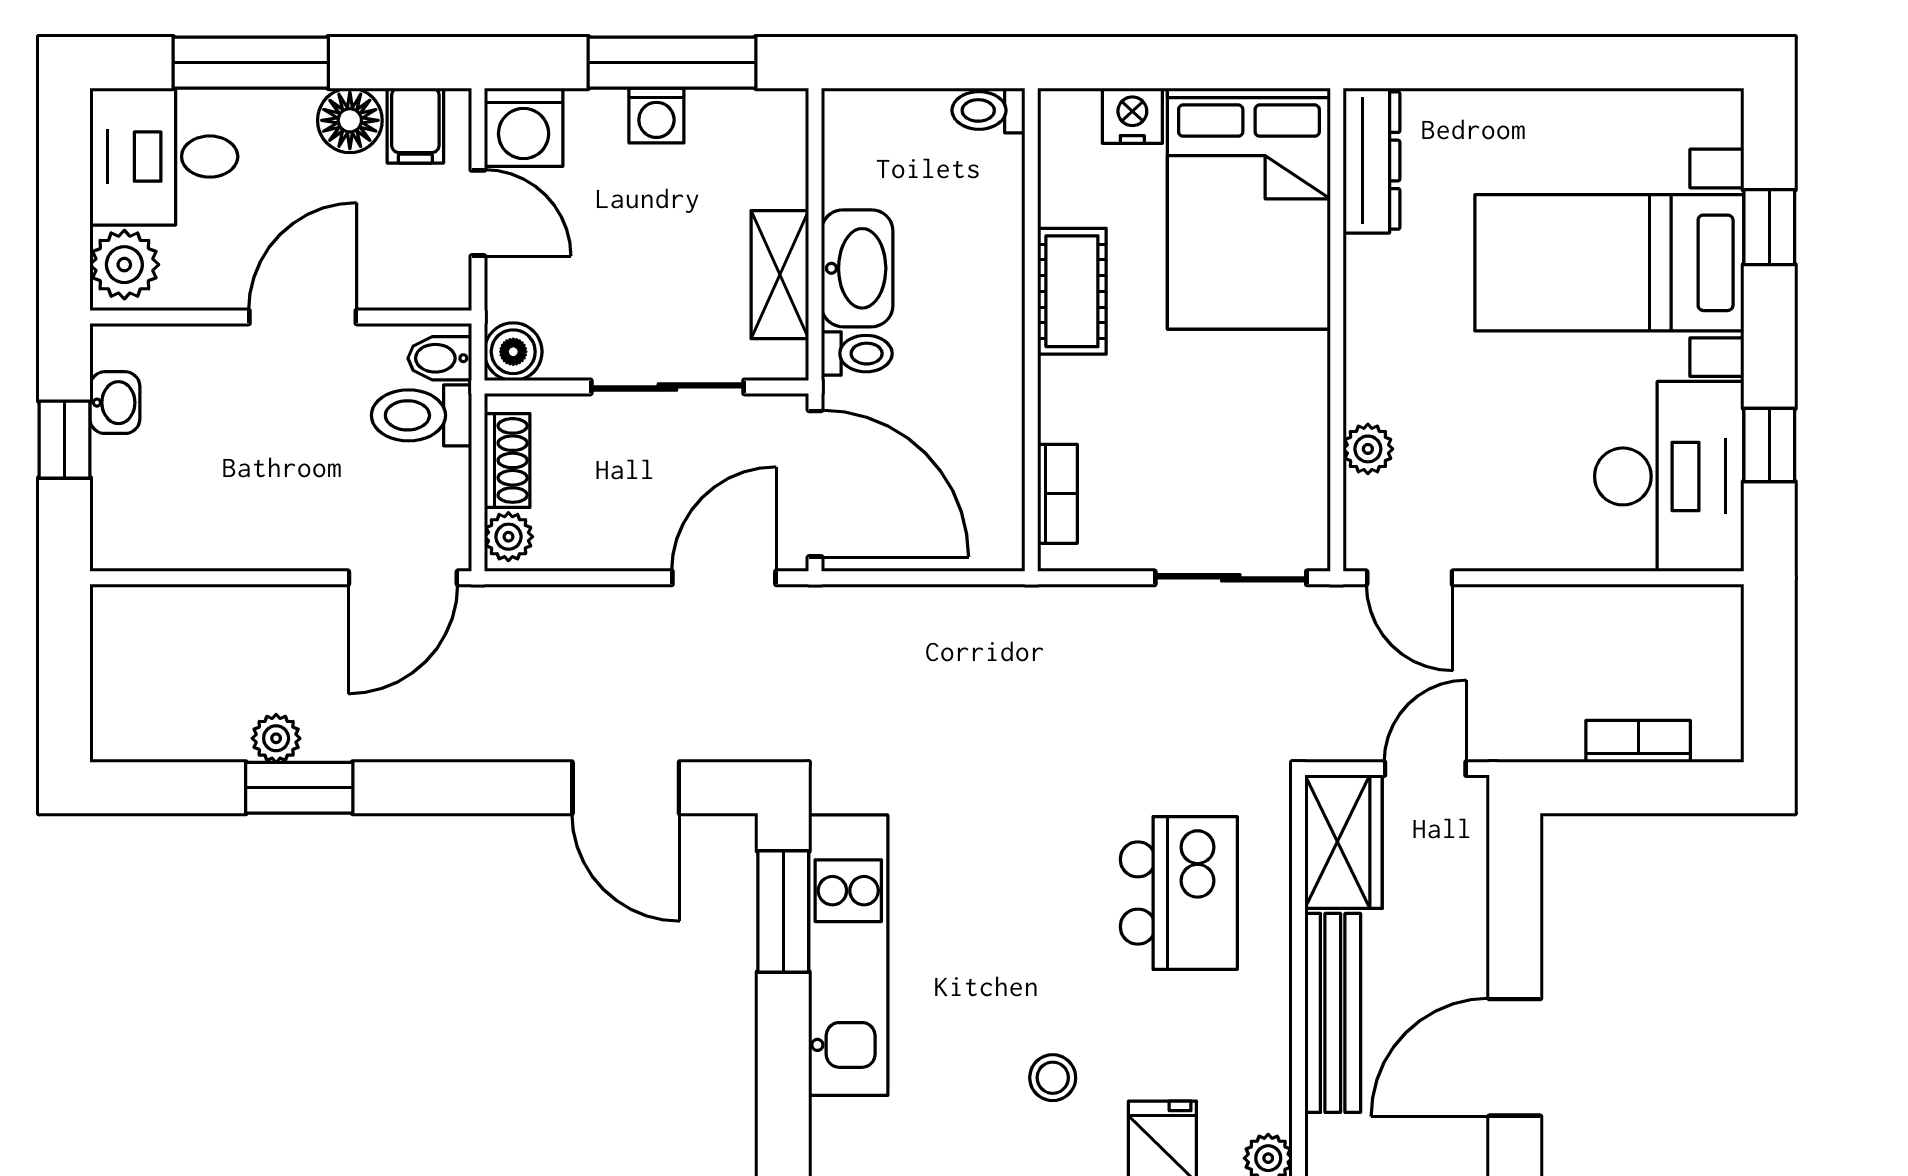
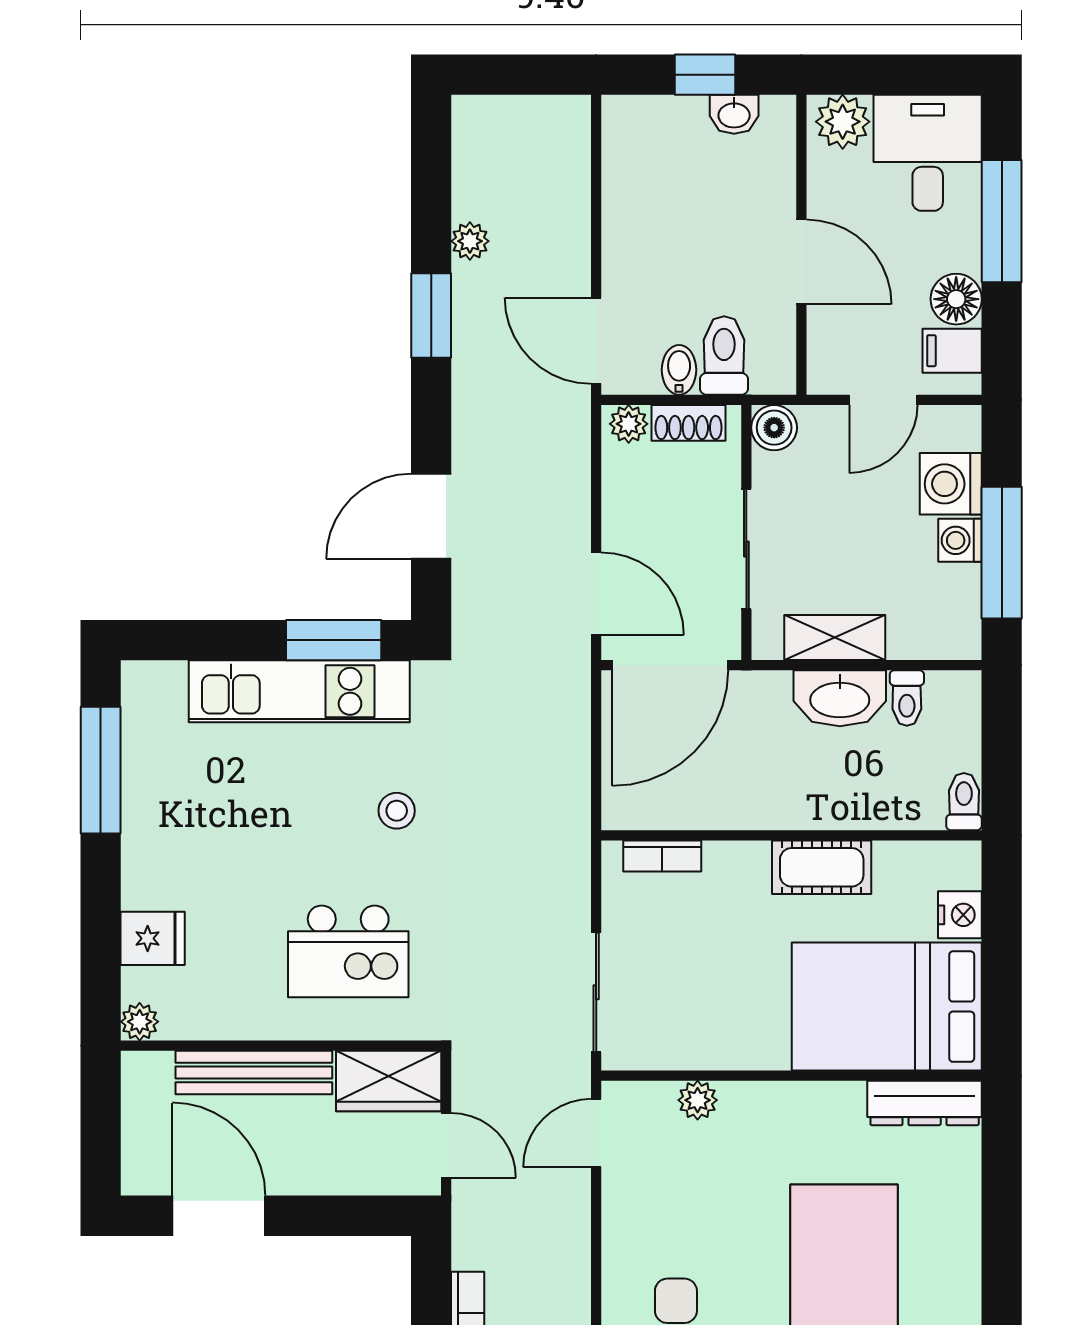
washing machine: (524, 127) -> (951, 484), moved
toilet: (857, 354) -> (907, 698), moved
bidet: (440, 358) -> (679, 370), moved
window: (299, 788) -> (431, 316), moved
stool: (1053, 1078) -> (397, 811), moved

